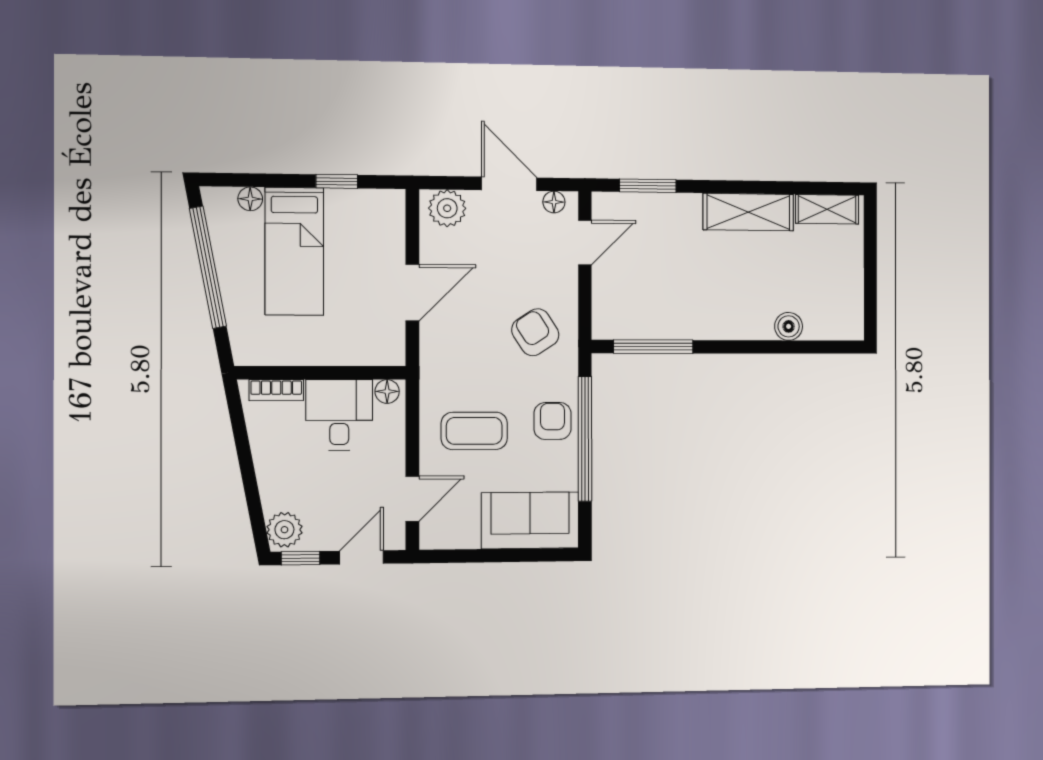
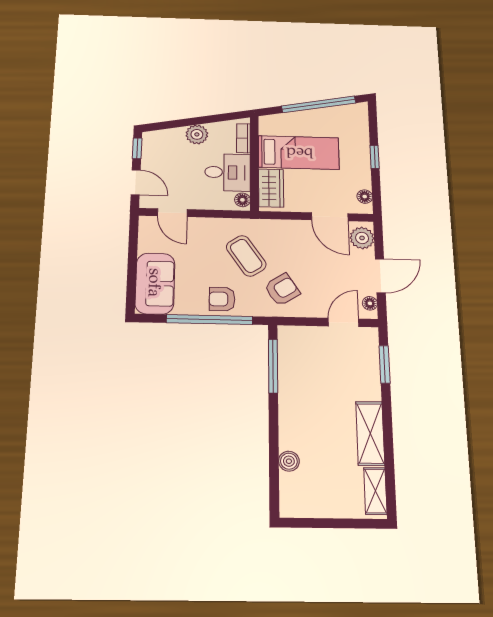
window: (337, 181) -> (375, 157), moved
floor lamp: (250, 199) -> (365, 197), moved
door: (585, 243) -> (344, 322), swing flipped
bed: (294, 251) -> (299, 153), moved, turned 180
door: (412, 293) -> (330, 217), moved
wardrobe: (365, 347) -> (271, 188), added
armchair: (552, 421) -> (222, 299), turned 180
coffee table: (474, 431) -> (246, 256), moved, turned -34
plant: (284, 530) -> (197, 134), moved

